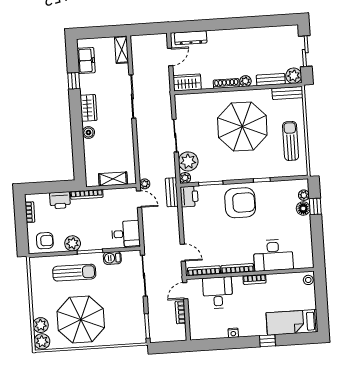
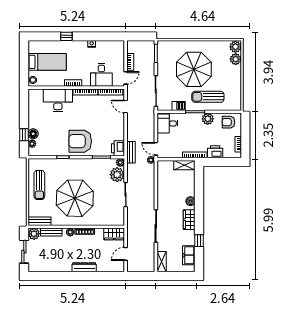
dresser: (191, 38) -> (84, 267), moved
shelving: (113, 179) -> (184, 165), moved
parasol: (81, 320) -> (194, 69), moved
bed: (292, 322) -> (47, 62), moved

